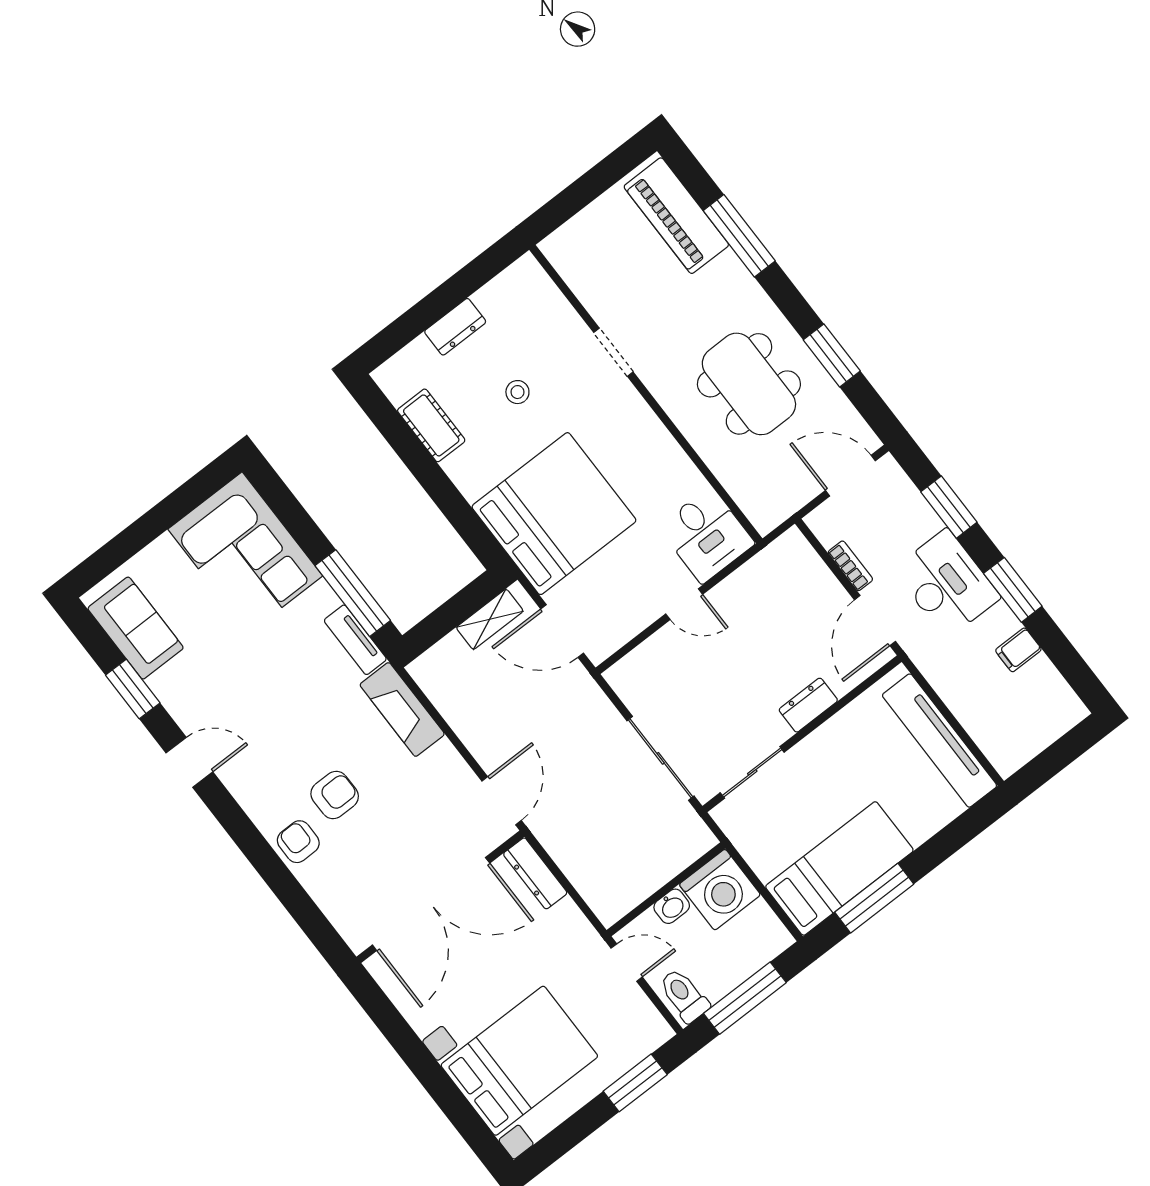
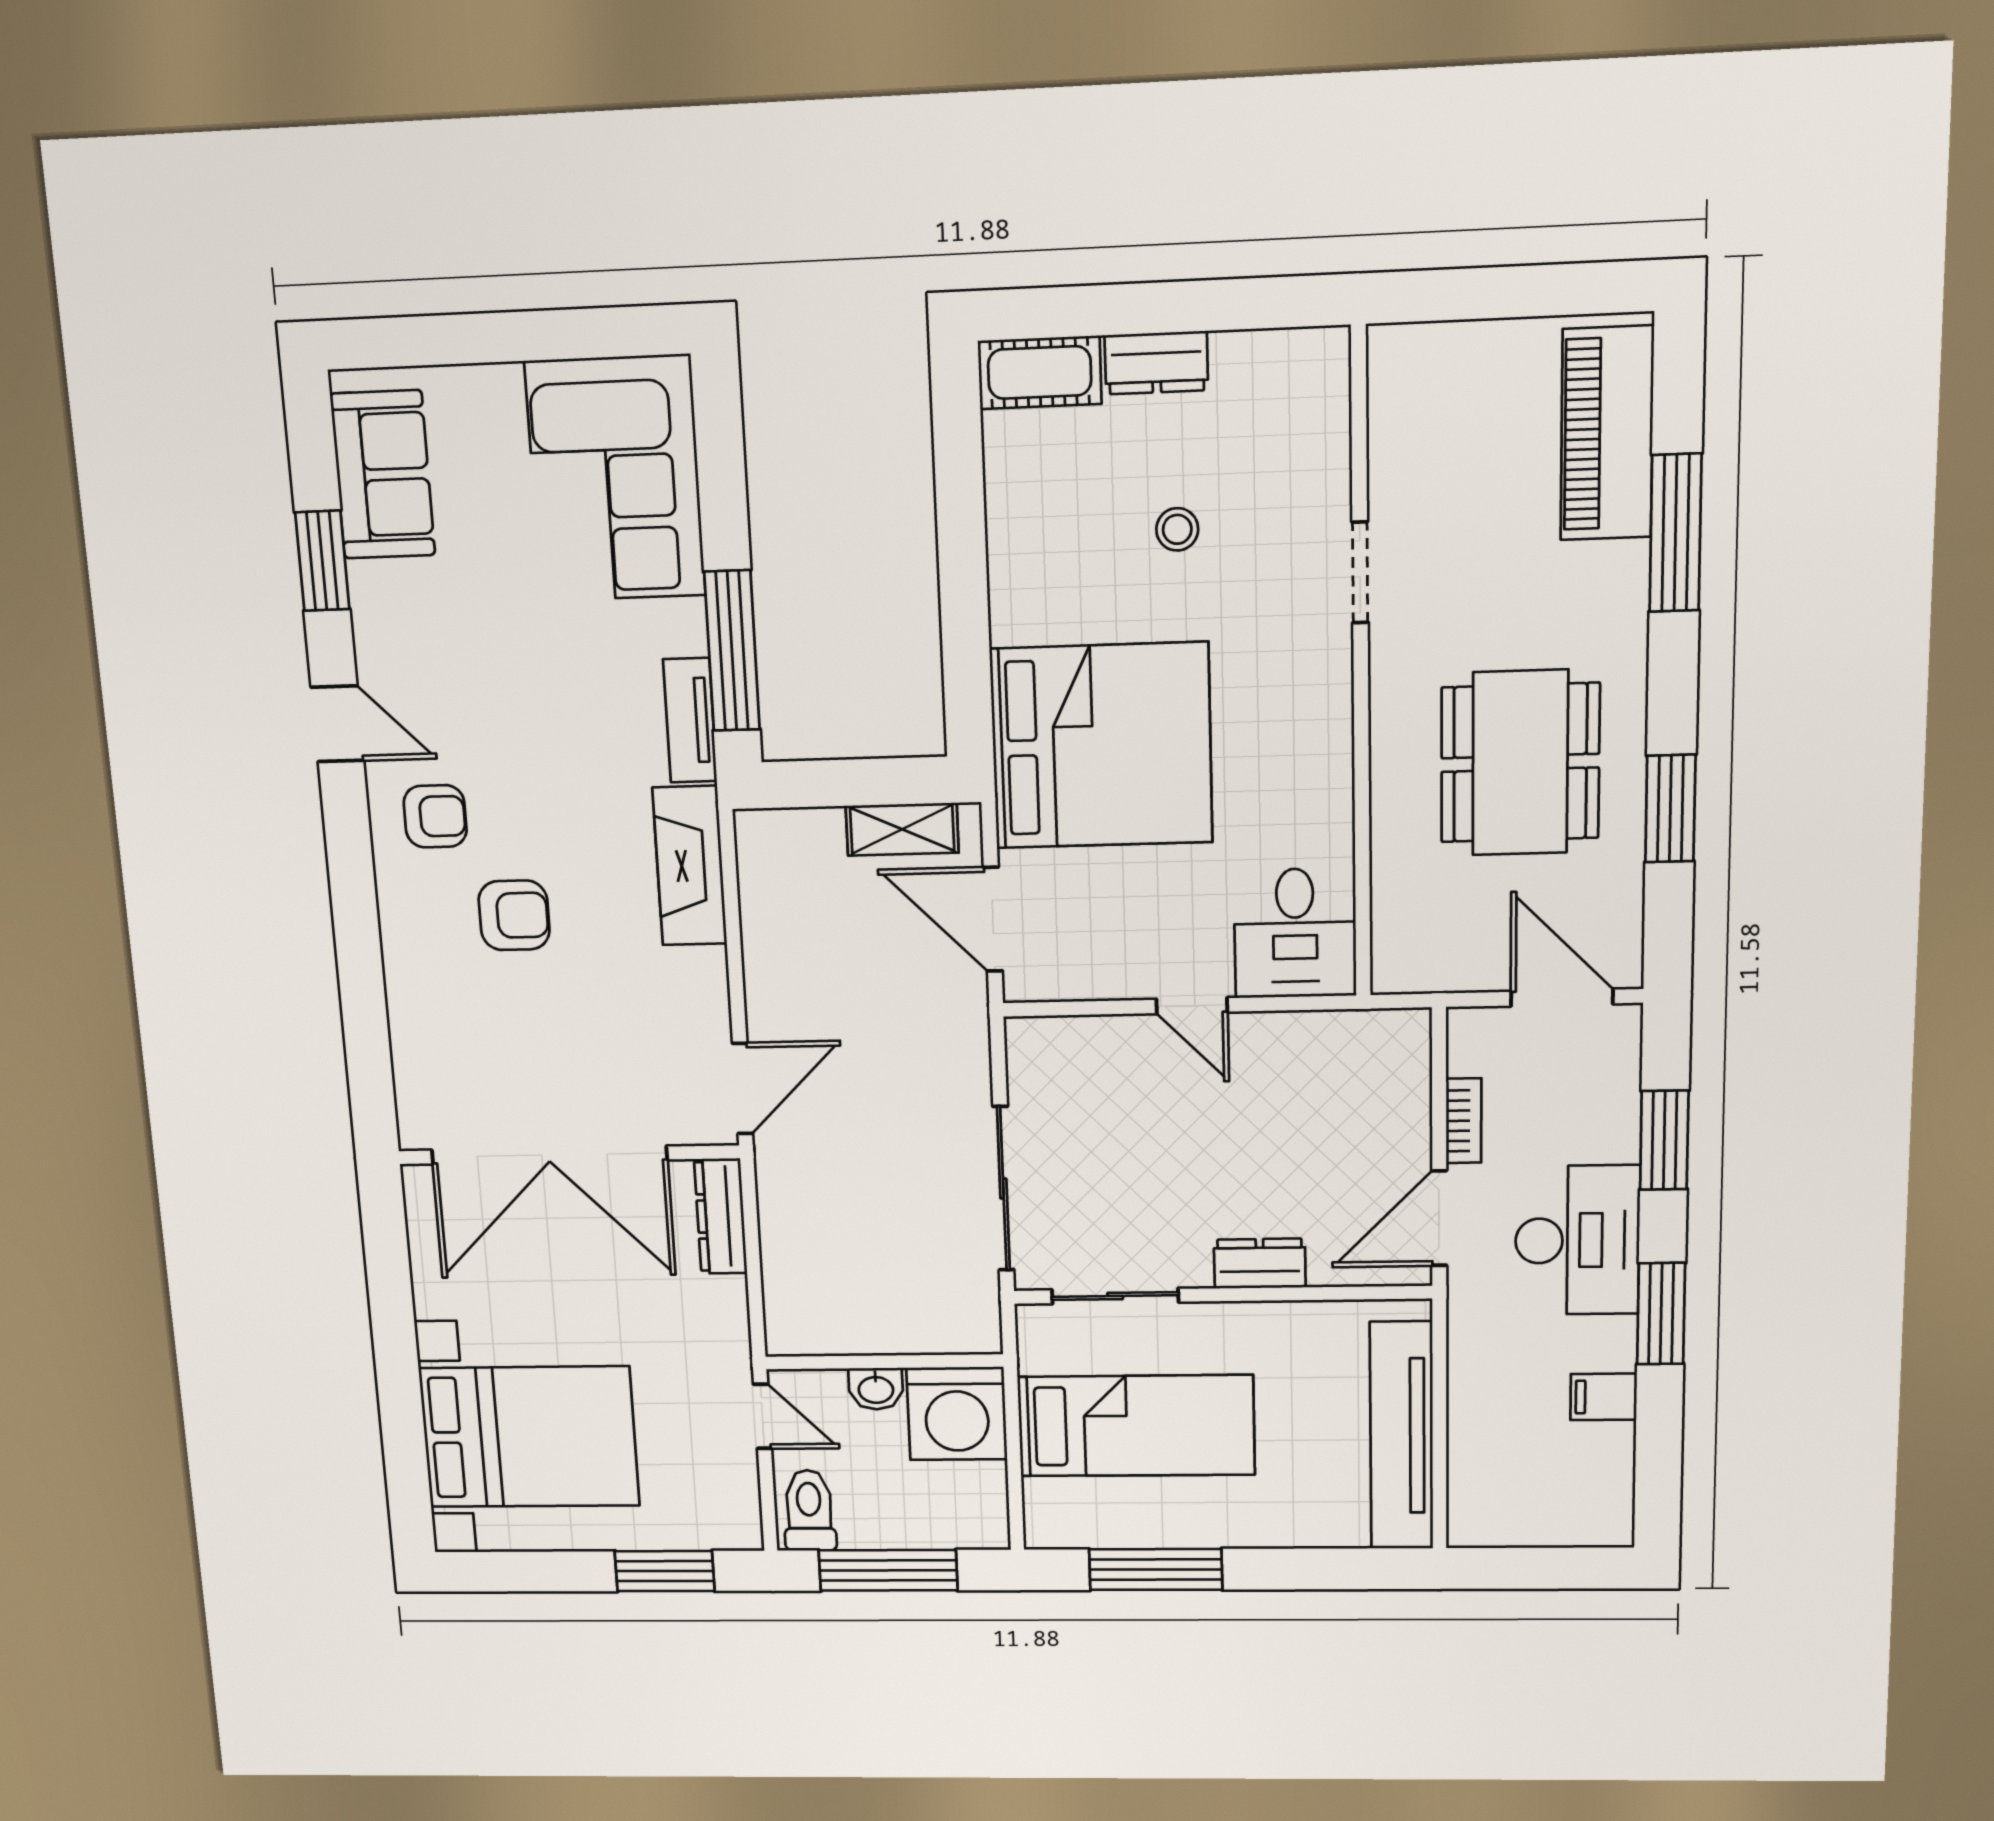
cot: (431, 425) -> (1040, 372), moved, turned 90
armchair: (298, 842) -> (435, 816), moved, turned 90
bed: (839, 868) -> (1136, 1426), moved

